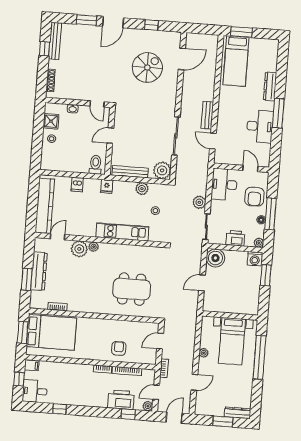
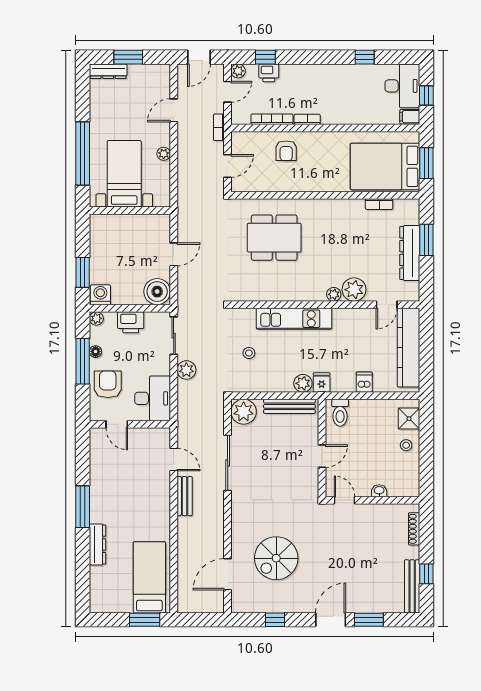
shower: (51, 121) -> (409, 419), moved
desk: (260, 126) -> (108, 486), removed
plant: (142, 189) -> (303, 383), moved
desk: (35, 391) -> (402, 86), width x1.37
printer: (121, 400) -> (269, 73), width x0.53, depth x0.68

